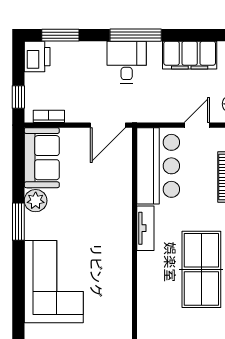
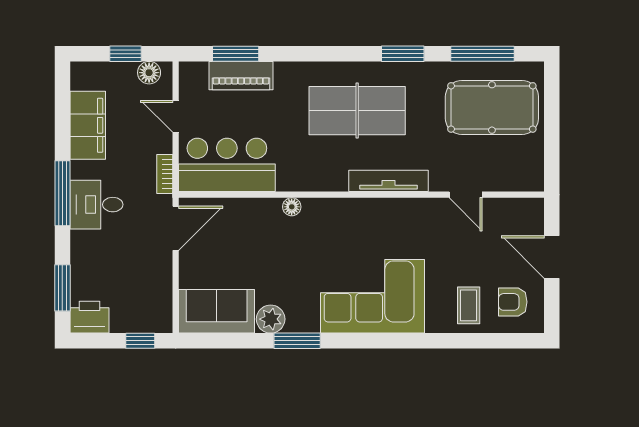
bookcase: (49, 116) -> (165, 174), moved
door: (108, 125) -> (176, 228), hinge flipped
floor lamp: (125, 217) -> (292, 207), added
tv unit: (145, 228) -> (389, 181), moved, width x1.41

